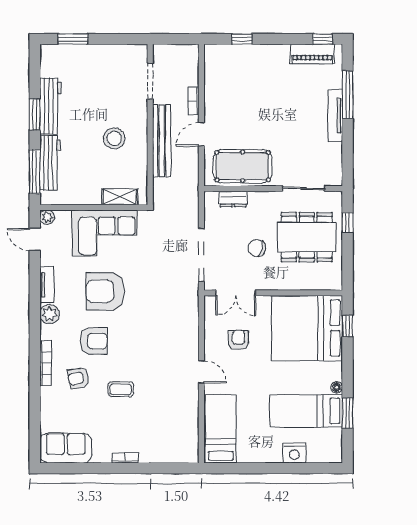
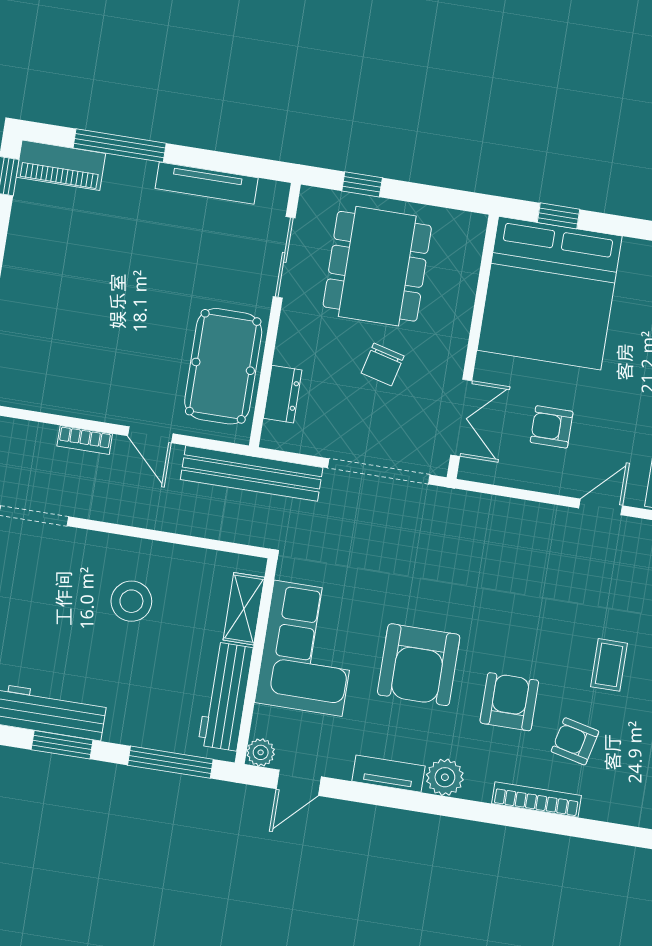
piano: (312, 54) -> (61, 165), moved, turned 90
tv unit: (335, 116) -> (207, 183), moved
bench: (162, 141) -> (252, 473), moved
workbench: (50, 163) -> (225, 696), moved, turned -90
armchair: (79, 378) -> (575, 741), turned 114

